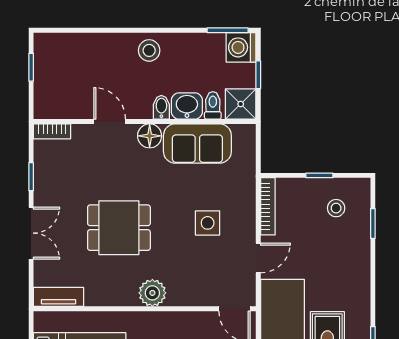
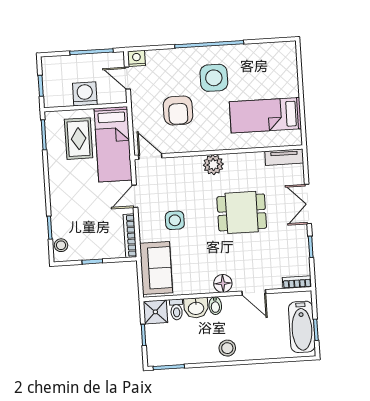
washing machine: (241, 47) -> (158, 355), removed
bathtub: (49, 72) -> (302, 327), added
sofa: (197, 144) -> (156, 268), moved, turned 90
stool: (336, 208) -> (61, 245), moved

